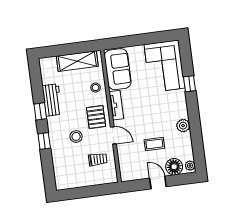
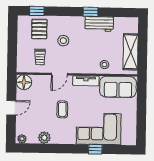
corner sofa: (164, 66) -> (99, 129), moved
pallet: (96, 117) -> (39, 29), moved, turned 90
plant: (183, 126) -> (44, 138), moved
window: (44, 141) -> (37, 11), moved
coffee table: (154, 144) -> (62, 109), moved
floor lamp: (174, 167) -> (24, 82), moved

